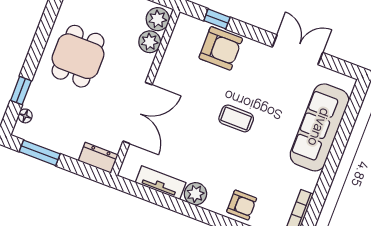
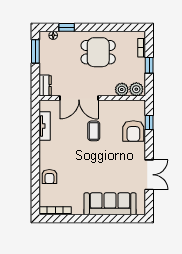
coffee table: (236, 118) -> (94, 131), moved
plant: (195, 194) -> (46, 148), removed

